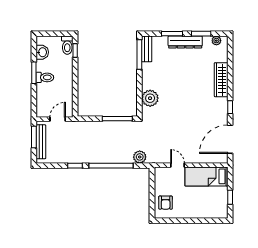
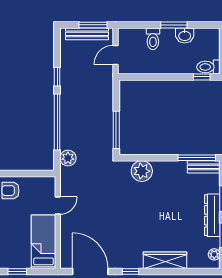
washbasin: (42, 52) -> (185, 36), moved
toilet: (45, 77) -> (153, 39), moved
door: (58, 119) -> (115, 55), swing flipped

